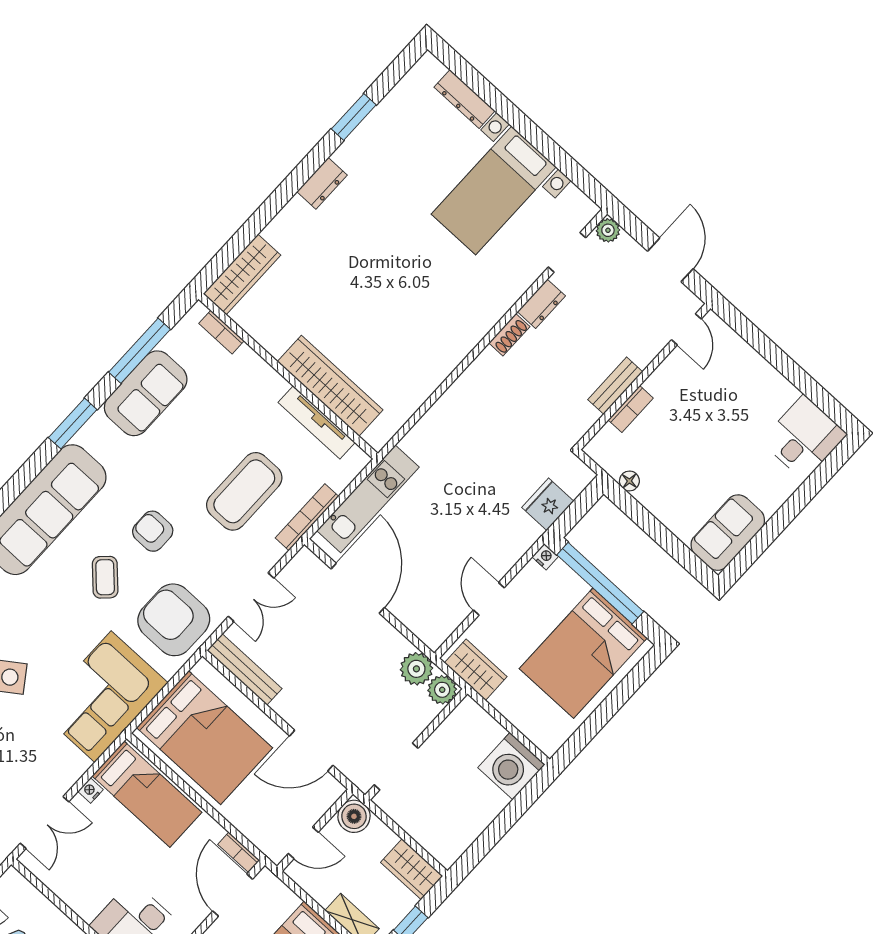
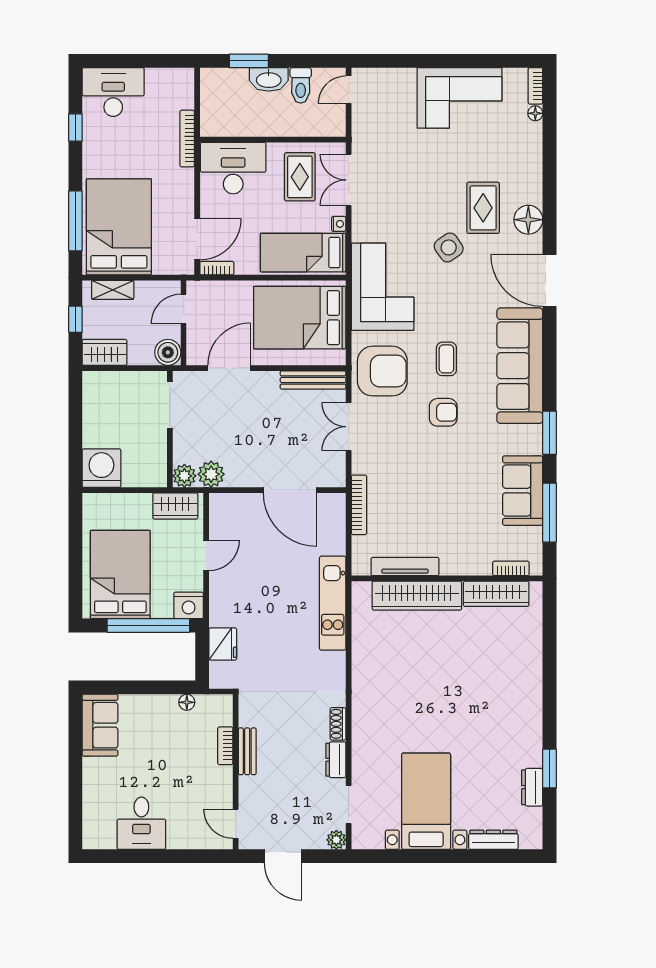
dresser: (322, 183) -> (532, 787), moved
wardrobe: (242, 274) -> (496, 594), moved, turned -90
desk: (804, 438) -> (141, 823), moved
coffee table: (244, 491) -> (410, 486), removed
kitchen unit: (368, 499) -> (333, 603), moved
nightstand: (545, 557) -> (189, 605), width x1.89, depth x1.79
coffee table: (105, 577) -> (446, 359), turned 44
door: (489, 599) -> (206, 555), hinge flipped
rug: (87, 866) -> (300, 177), added
door: (233, 895) -> (197, 239), hinge flipped

